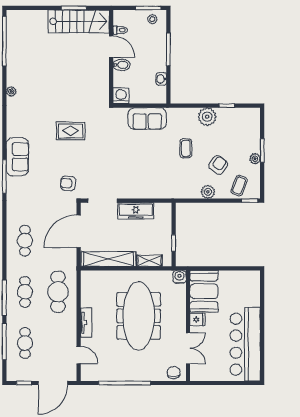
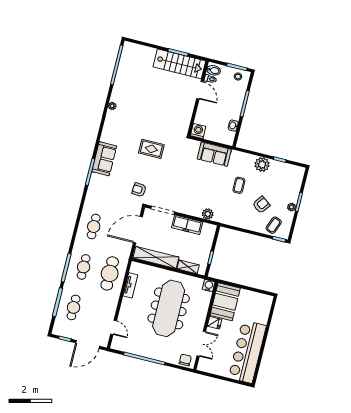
bidet: (121, 65) -> (214, 70), moved
plant: (208, 192) -> (208, 214), moved
tv unit: (86, 323) -> (130, 285), moved

